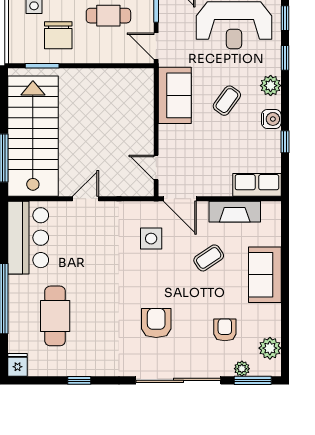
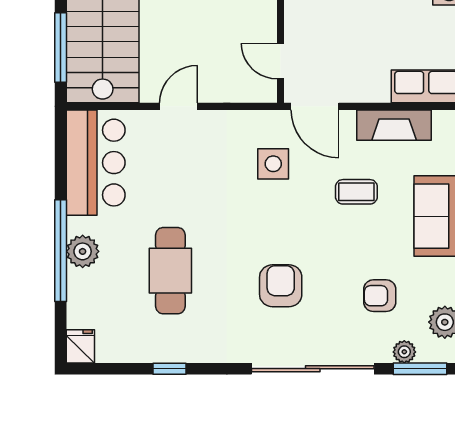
coffee table: (209, 258) -> (356, 192), turned 34
plant: (19, 299) -> (83, 251), added
cafe table: (55, 316) -> (170, 271), moved
armchair: (225, 330) -> (380, 296), turned -90

